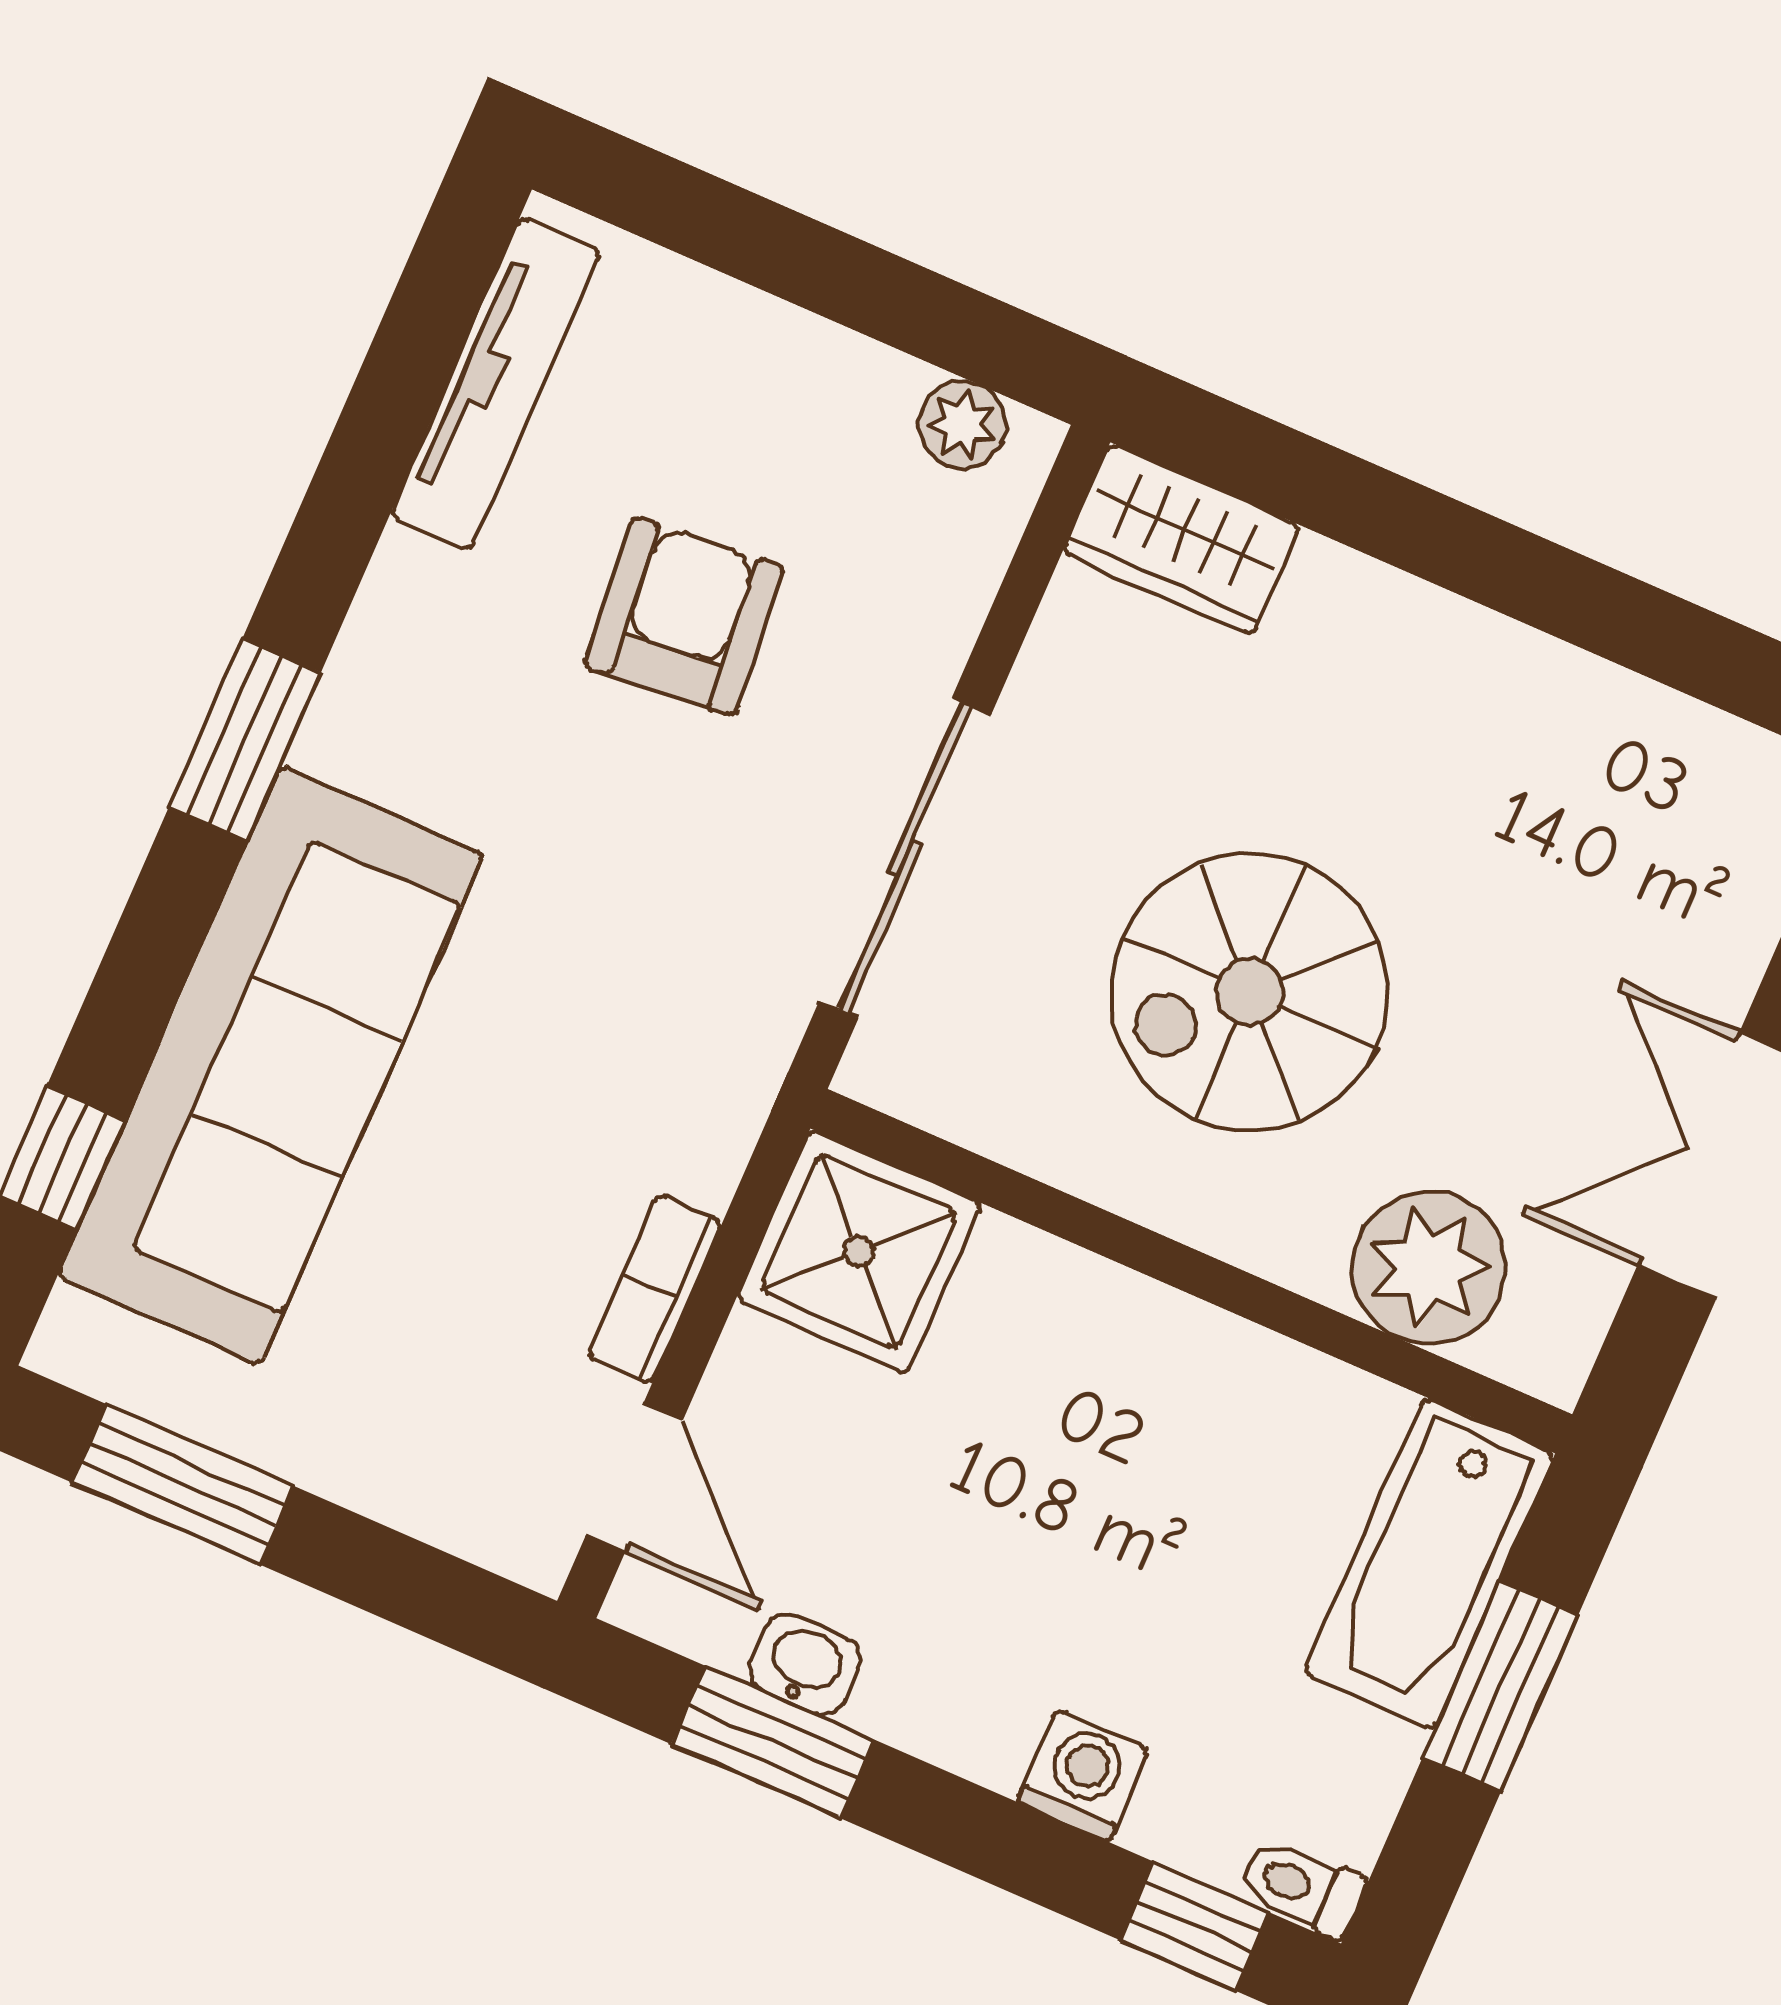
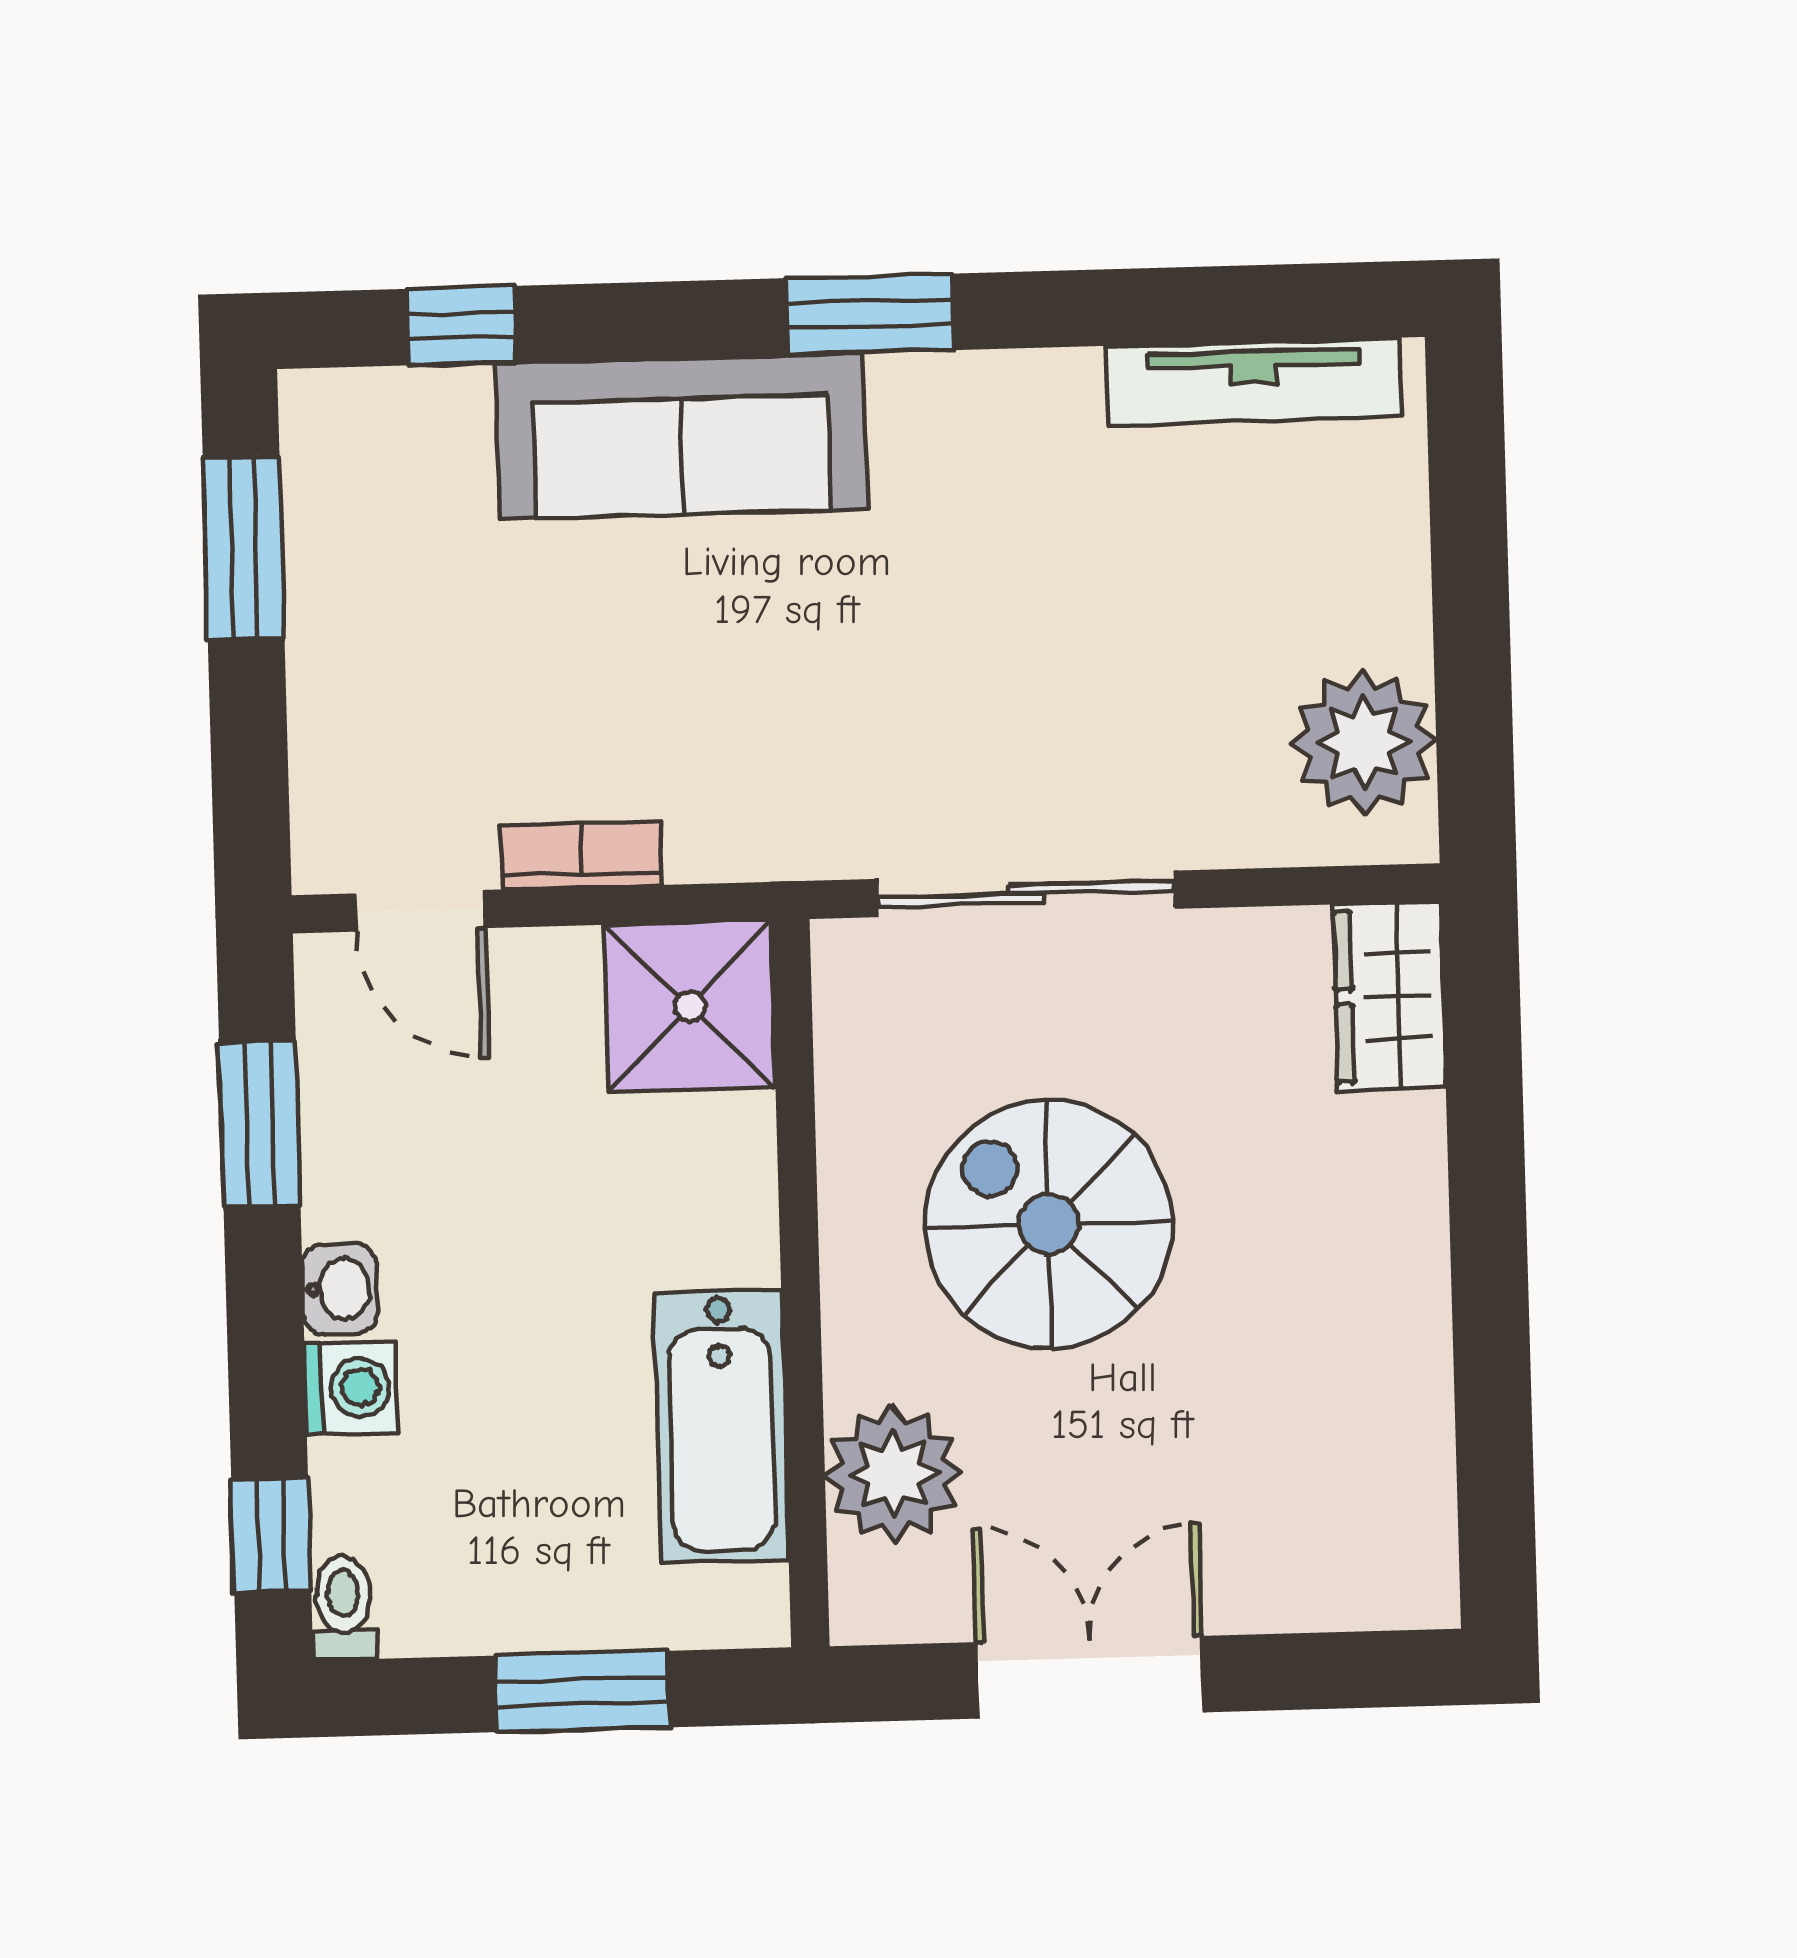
plant: (962, 425) -> (1364, 742), width x1.88, depth x1.88
armchair: (684, 617) -> (1137, 623), removed
sofa: (270, 1065) -> (682, 436), width x0.74, depth x0.79
door: (634, 1478) -> (421, 911), hinge flipped
bathtub: (1429, 1564) -> (721, 1426), moved, turned -90
washbasin: (805, 1664) -> (340, 1289), moved

